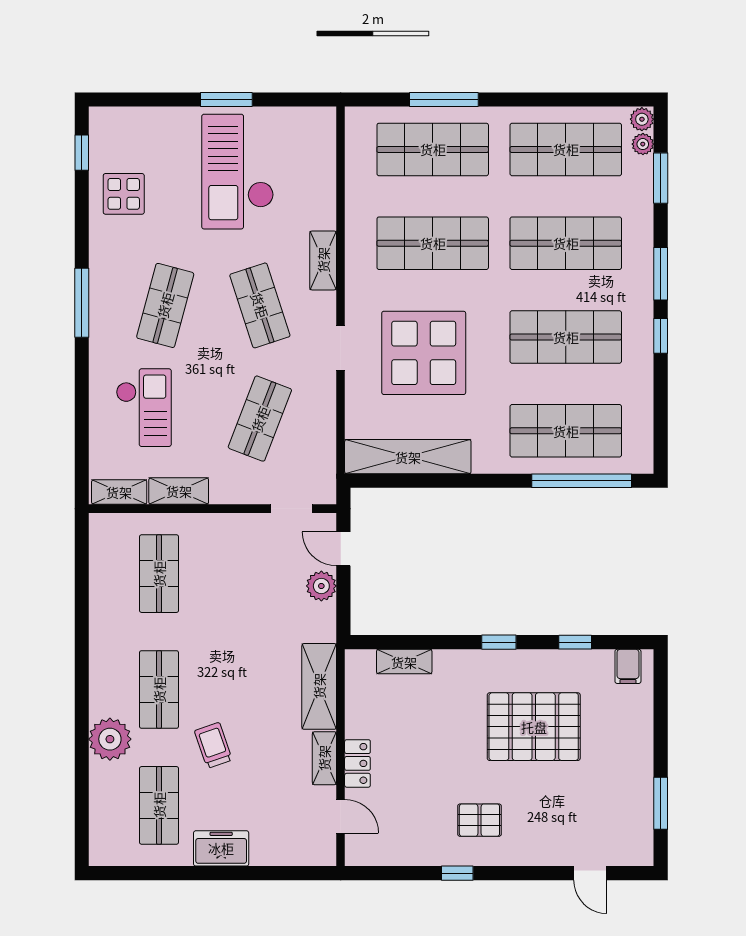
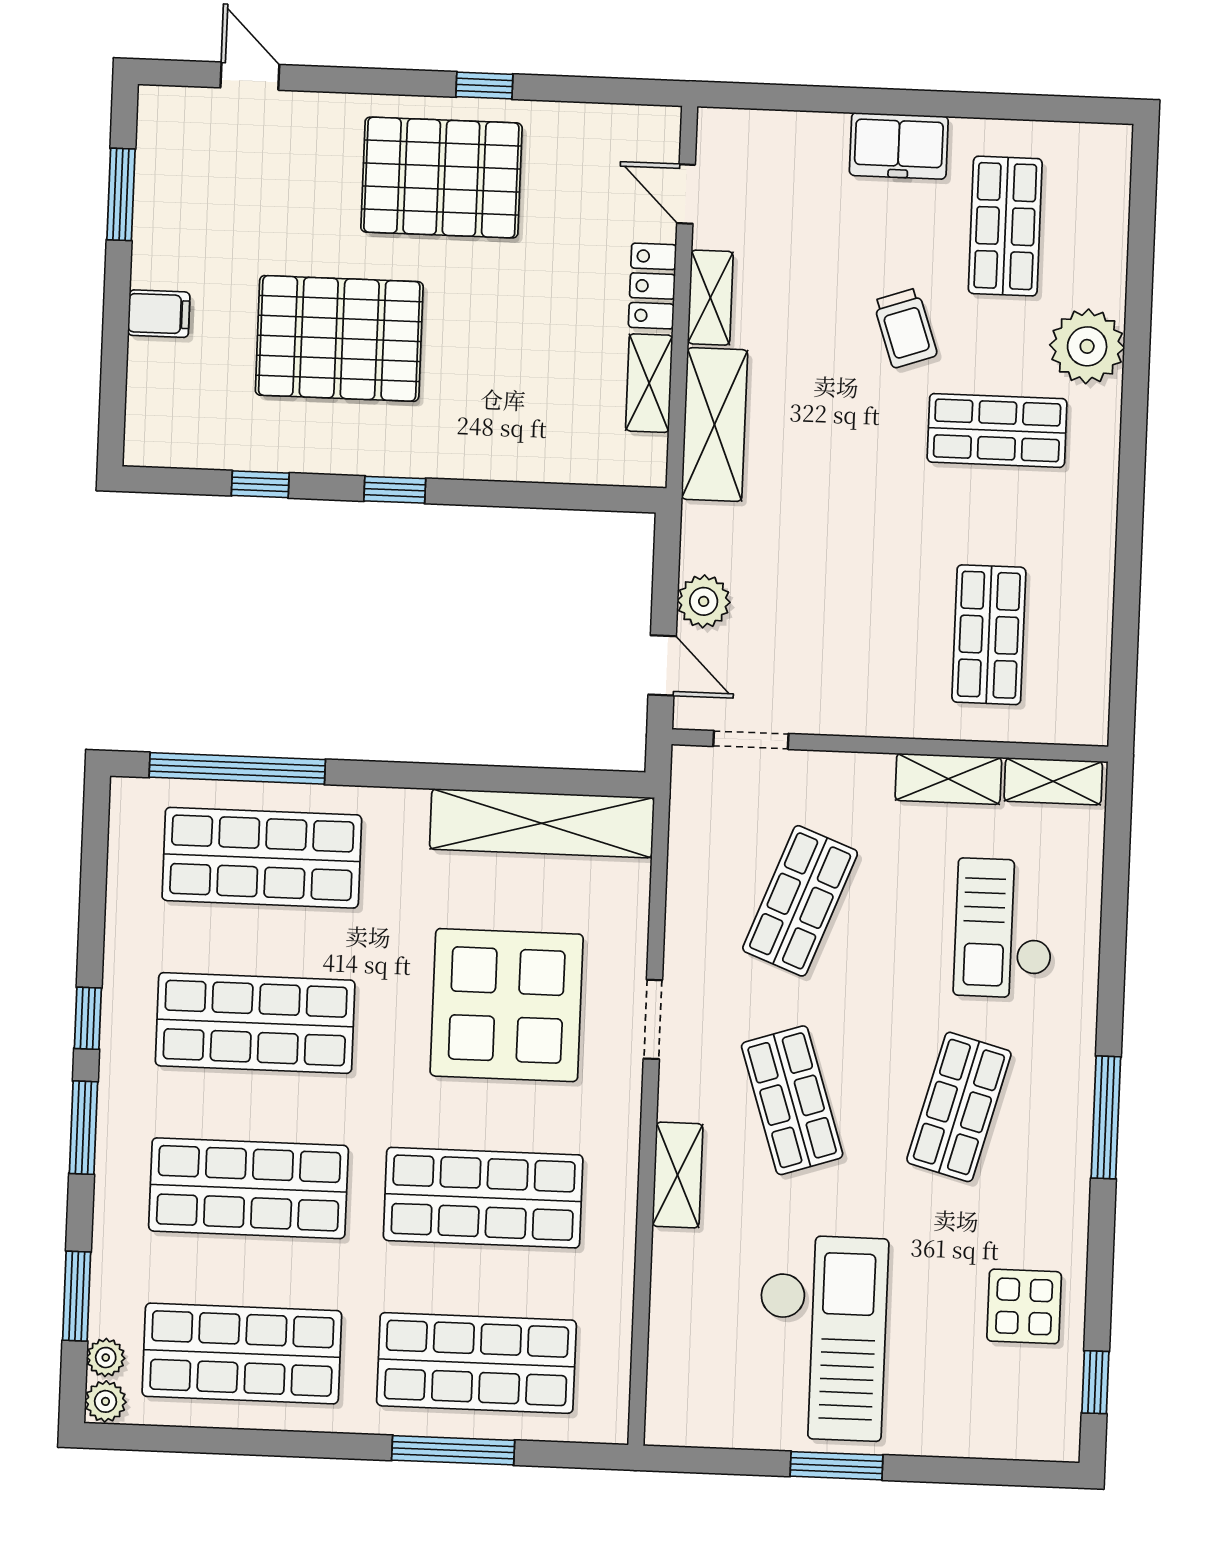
shelving: (404, 662) -> (649, 383), moved, turned 90
filing cabinet: (628, 666) -> (159, 314), moved, turned 90
shop shelf: (159, 690) -> (997, 430), turned 90
pallet: (479, 820) -> (441, 177), width x2.05, depth x2.00

